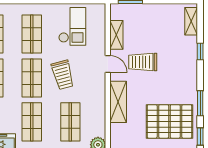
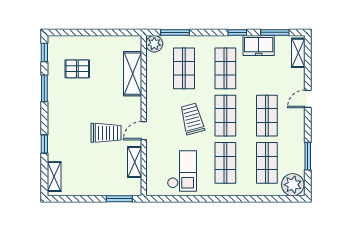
checkout: (72, 26) -> (182, 171), turned 180
door: (108, 64) -> (144, 131), hinge flipped
shelving: (118, 102) -> (133, 74), moved
pallet: (169, 121) -> (77, 69), width x0.49, depth x0.50

